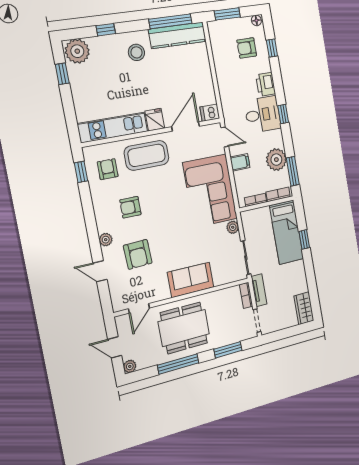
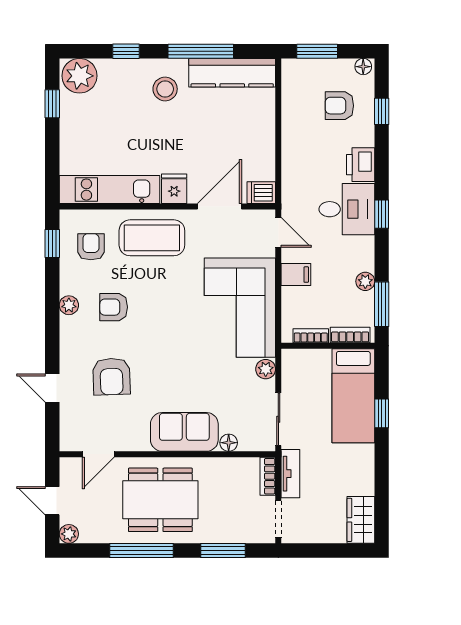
window: (170, 21) -> (201, 51), moved
plant: (276, 160) -> (365, 281), width x0.53, depth x0.53
plant: (106, 240) -> (69, 305), moved
floor lamp: (219, 280) -> (229, 443), added

